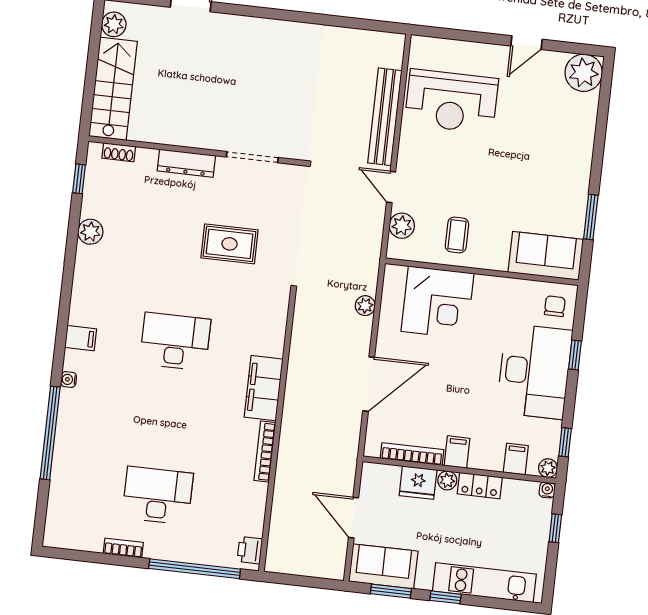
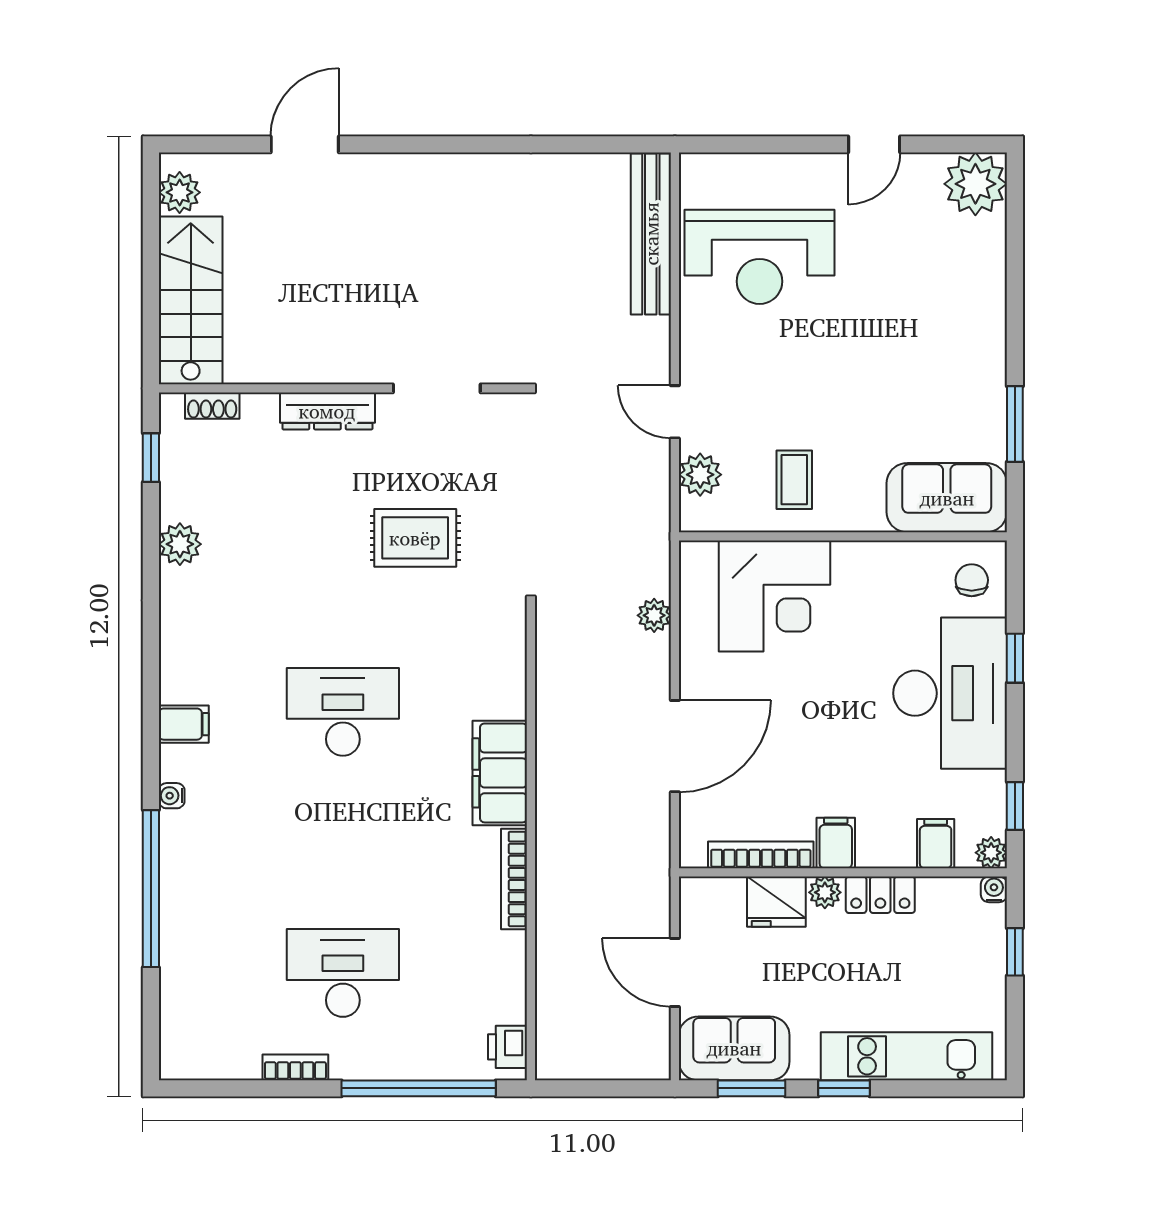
bench: (385, 117) -> (651, 234), moved

